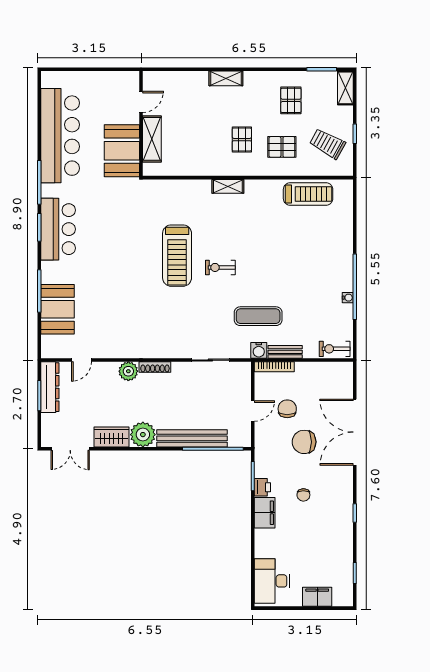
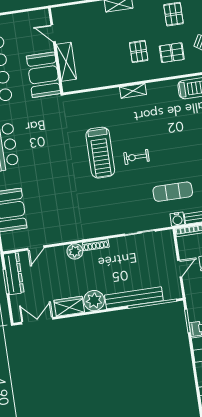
door: (141, 102) -> (53, 33), swing flipped
double door: (70, 449) -> (37, 321), swing flipped

